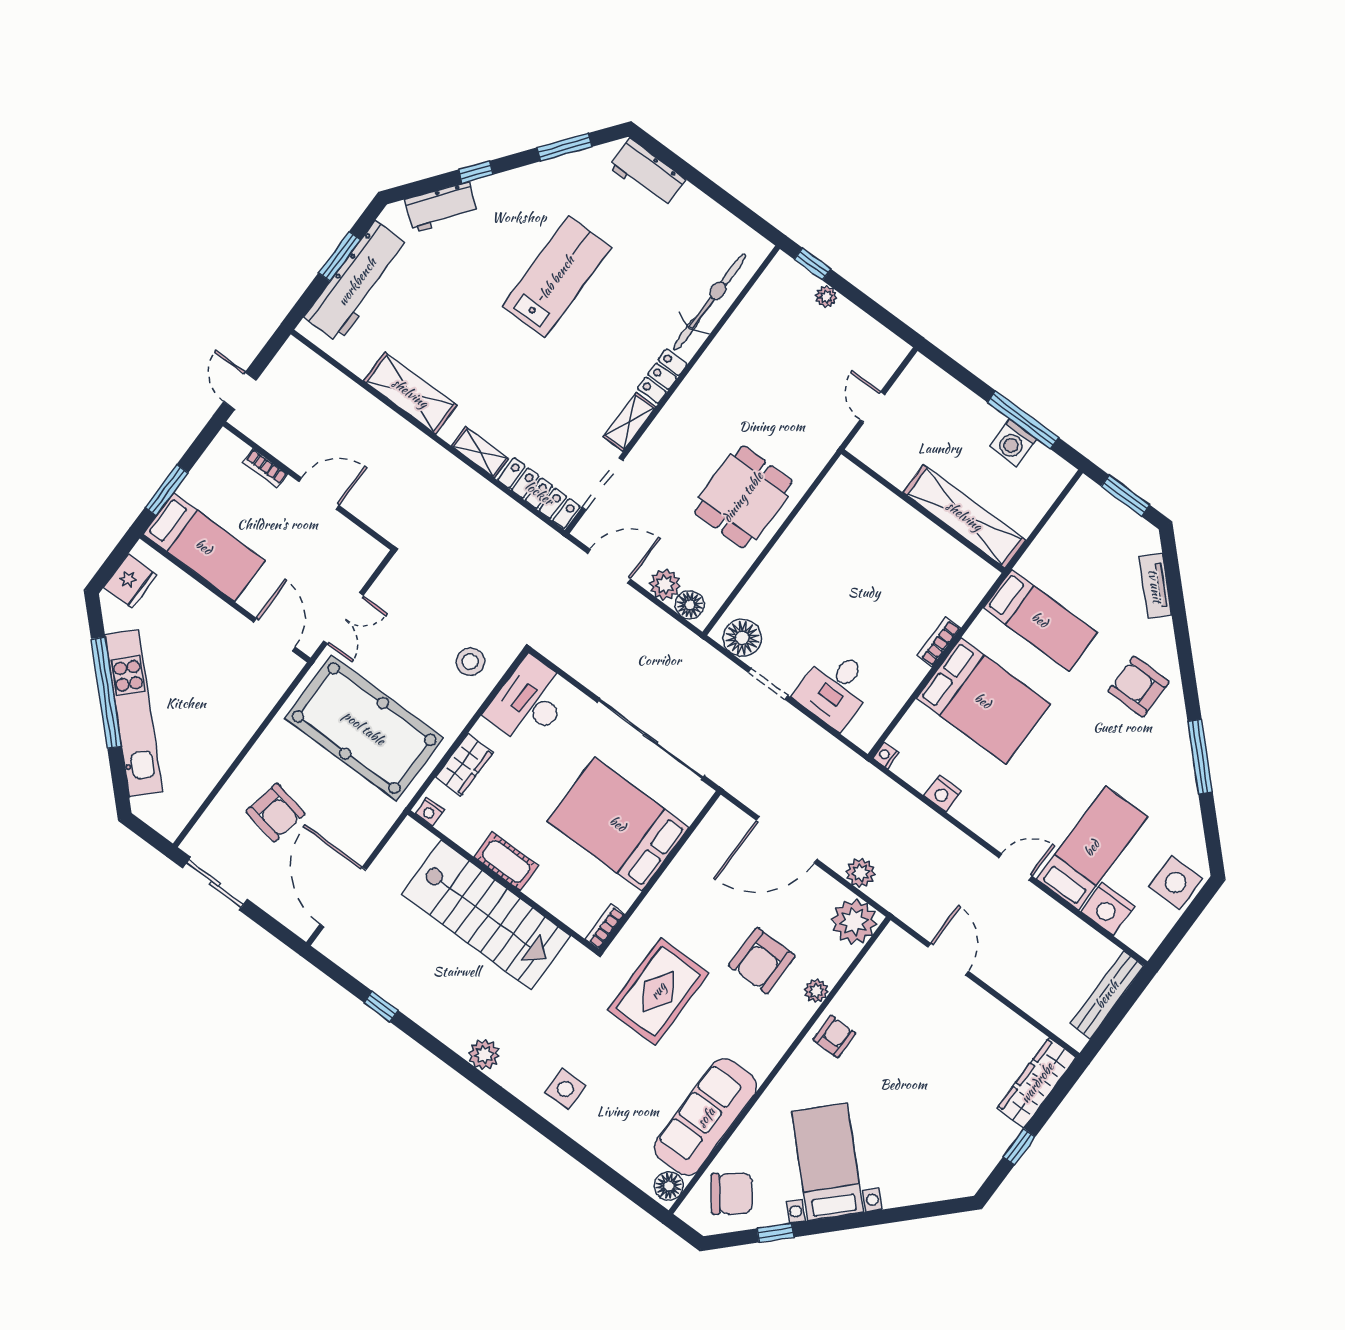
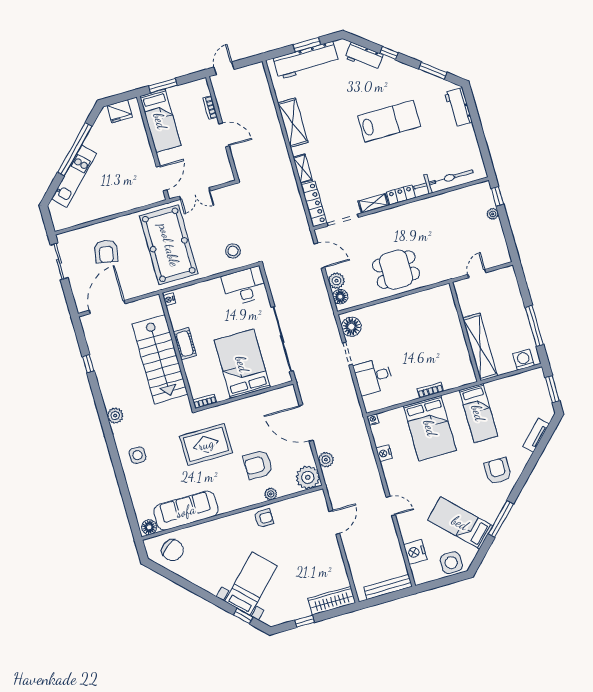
washing machine: (1013, 443) -> (524, 360), moved, turned 90
kitchen unit: (134, 713) -> (74, 176), width x0.73
wardrobe: (464, 765) -> (198, 291), removed
bed: (1092, 848) -> (460, 523), moved, turned -135
bed with nightstands: (828, 1162) -> (251, 584), moved
window: (775, 1233) -> (243, 616), moved

